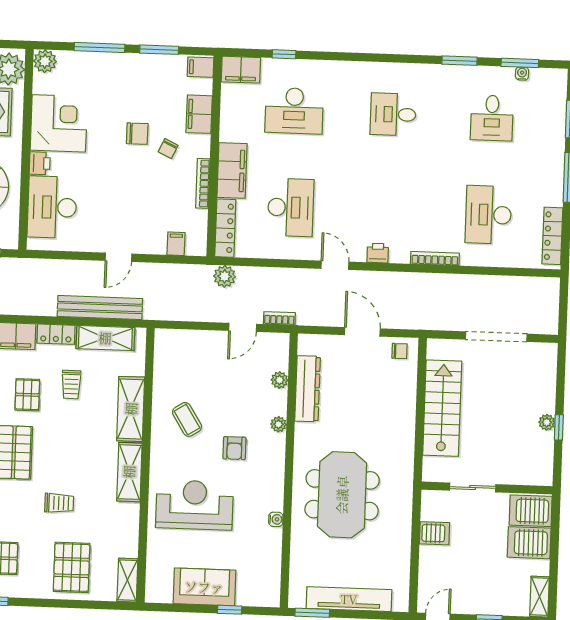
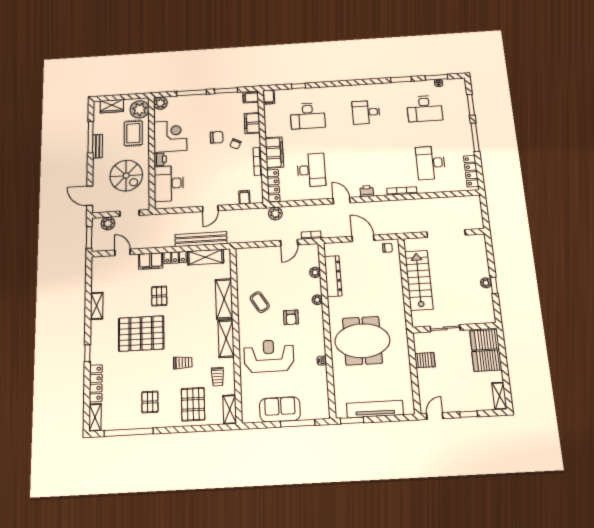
filing cabinet: (241, 70) -> (269, 97), width x0.50
desk: (492, 118) -> (425, 109), width x1.37
trolley: (71, 385) -> (218, 377), moved
meeting table: (342, 495) -> (362, 341), turned 90
window: (230, 610) -> (298, 423), width x2.17

